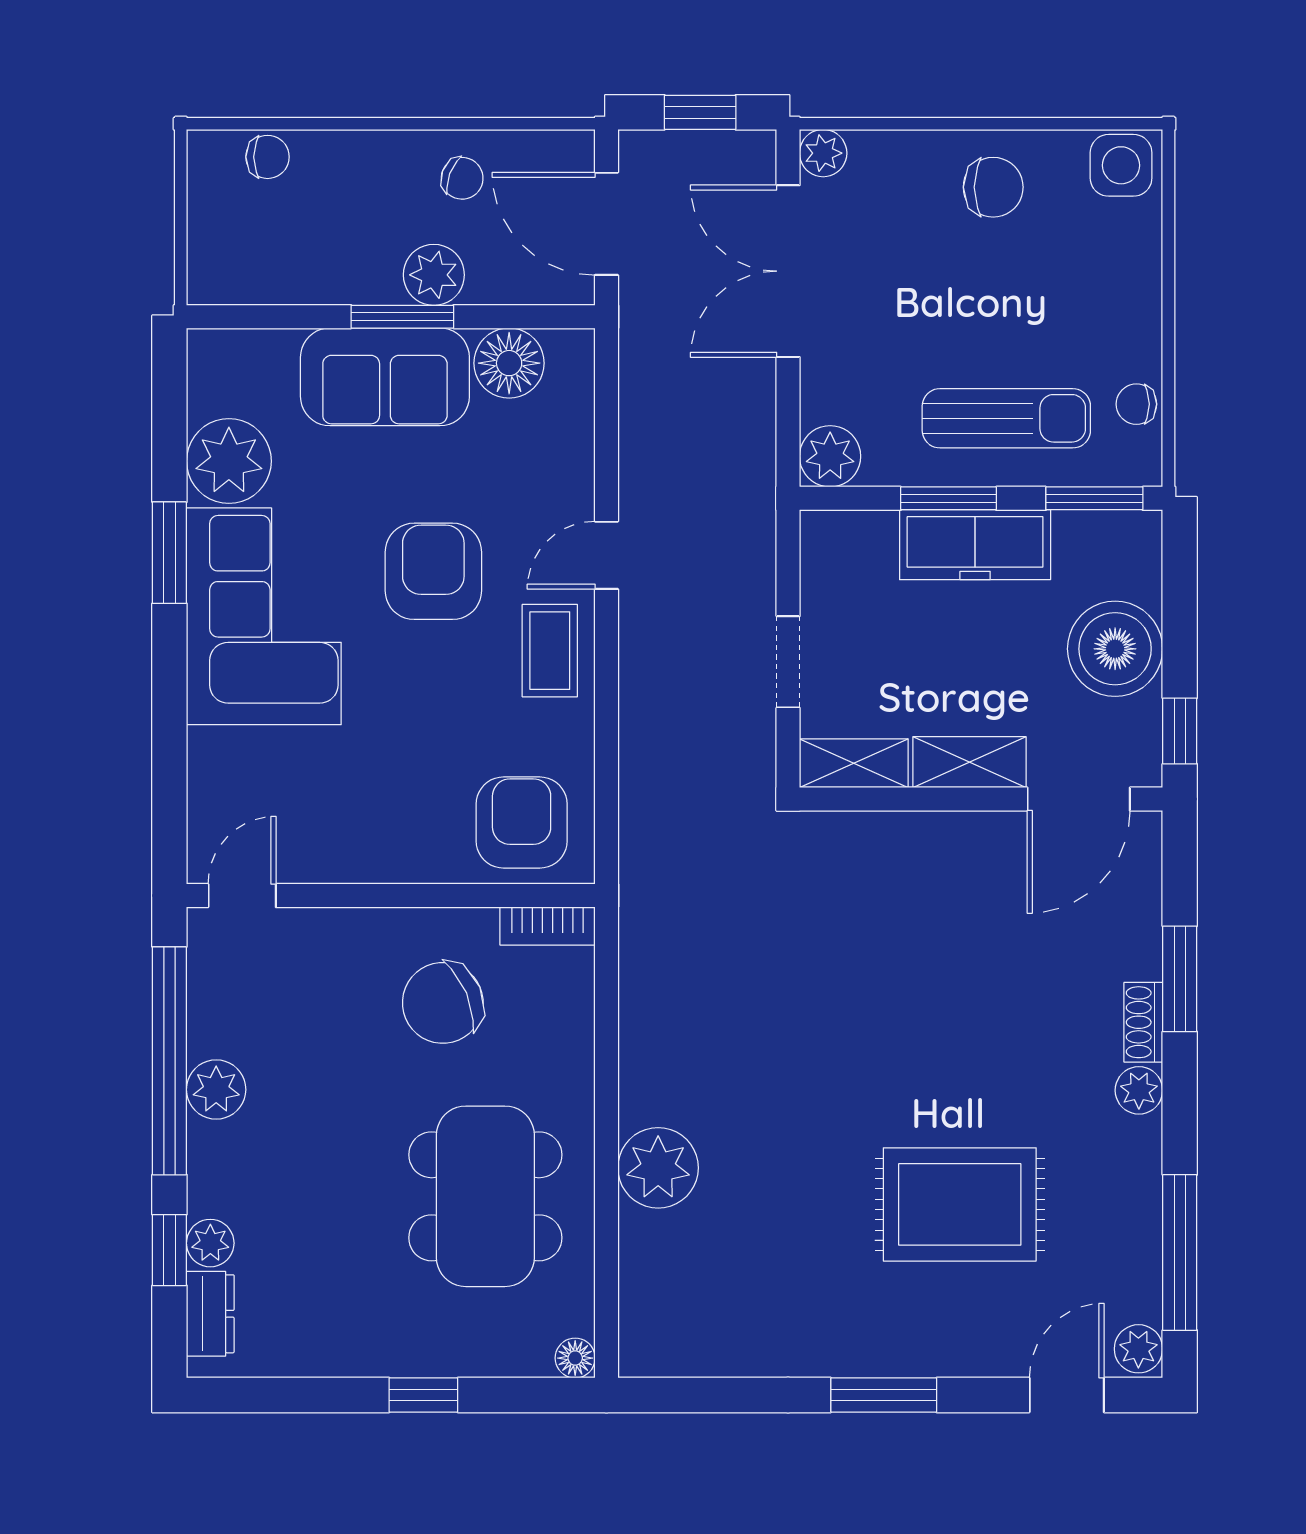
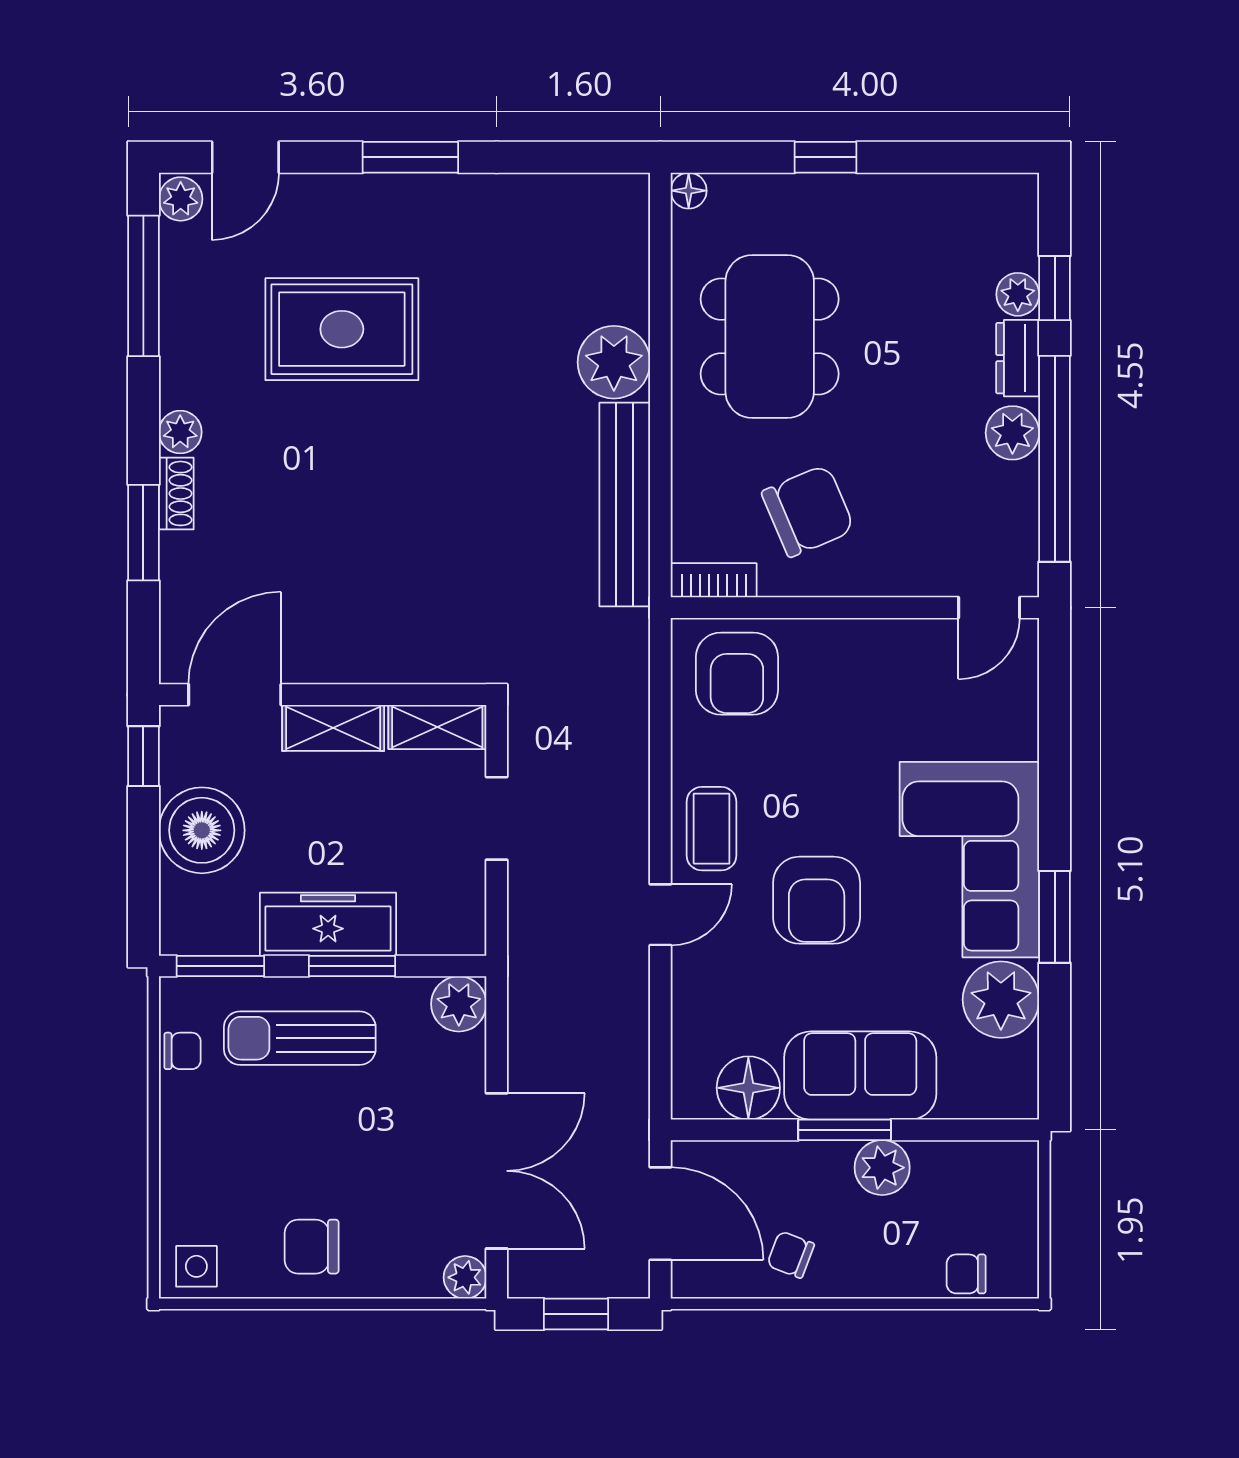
side table: (1121, 165) -> (196, 1266), width x0.73, depth x0.73
plant: (434, 275) -> (882, 1168), moved
bench: (646, 1010) -> (625, 505), added
dresser: (210, 1314) -> (1018, 358), moved

